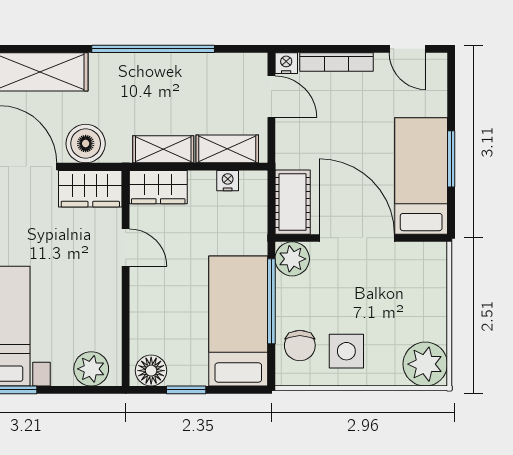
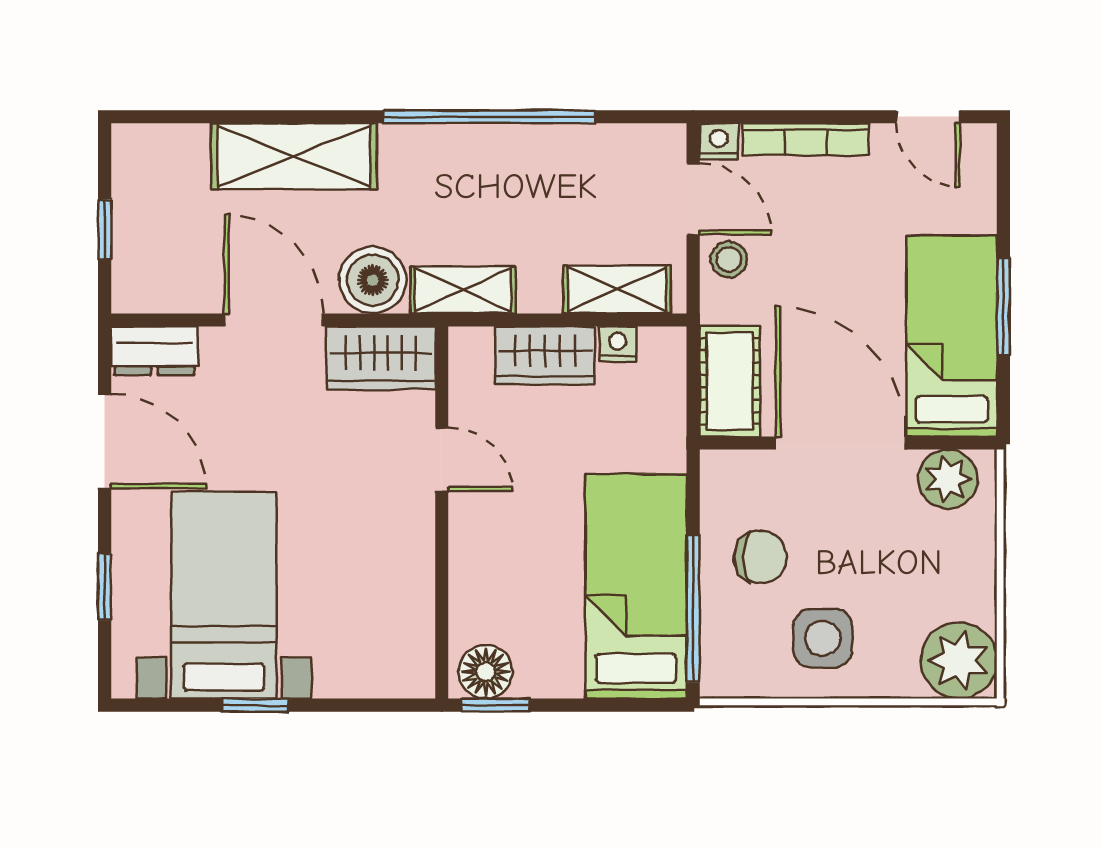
stool: (292, 132) -> (729, 259), added
shelving: (163, 149) -> (463, 290), moved
wardrobe: (158, 187) -> (545, 355), moved
plant: (292, 259) -> (948, 479), moved
window: (271, 301) -> (693, 609), moved
chair: (300, 346) -> (760, 557), moved, turned -90
plant: (91, 369) -> (382, 669), removed
window: (186, 390) -> (496, 705), moved

